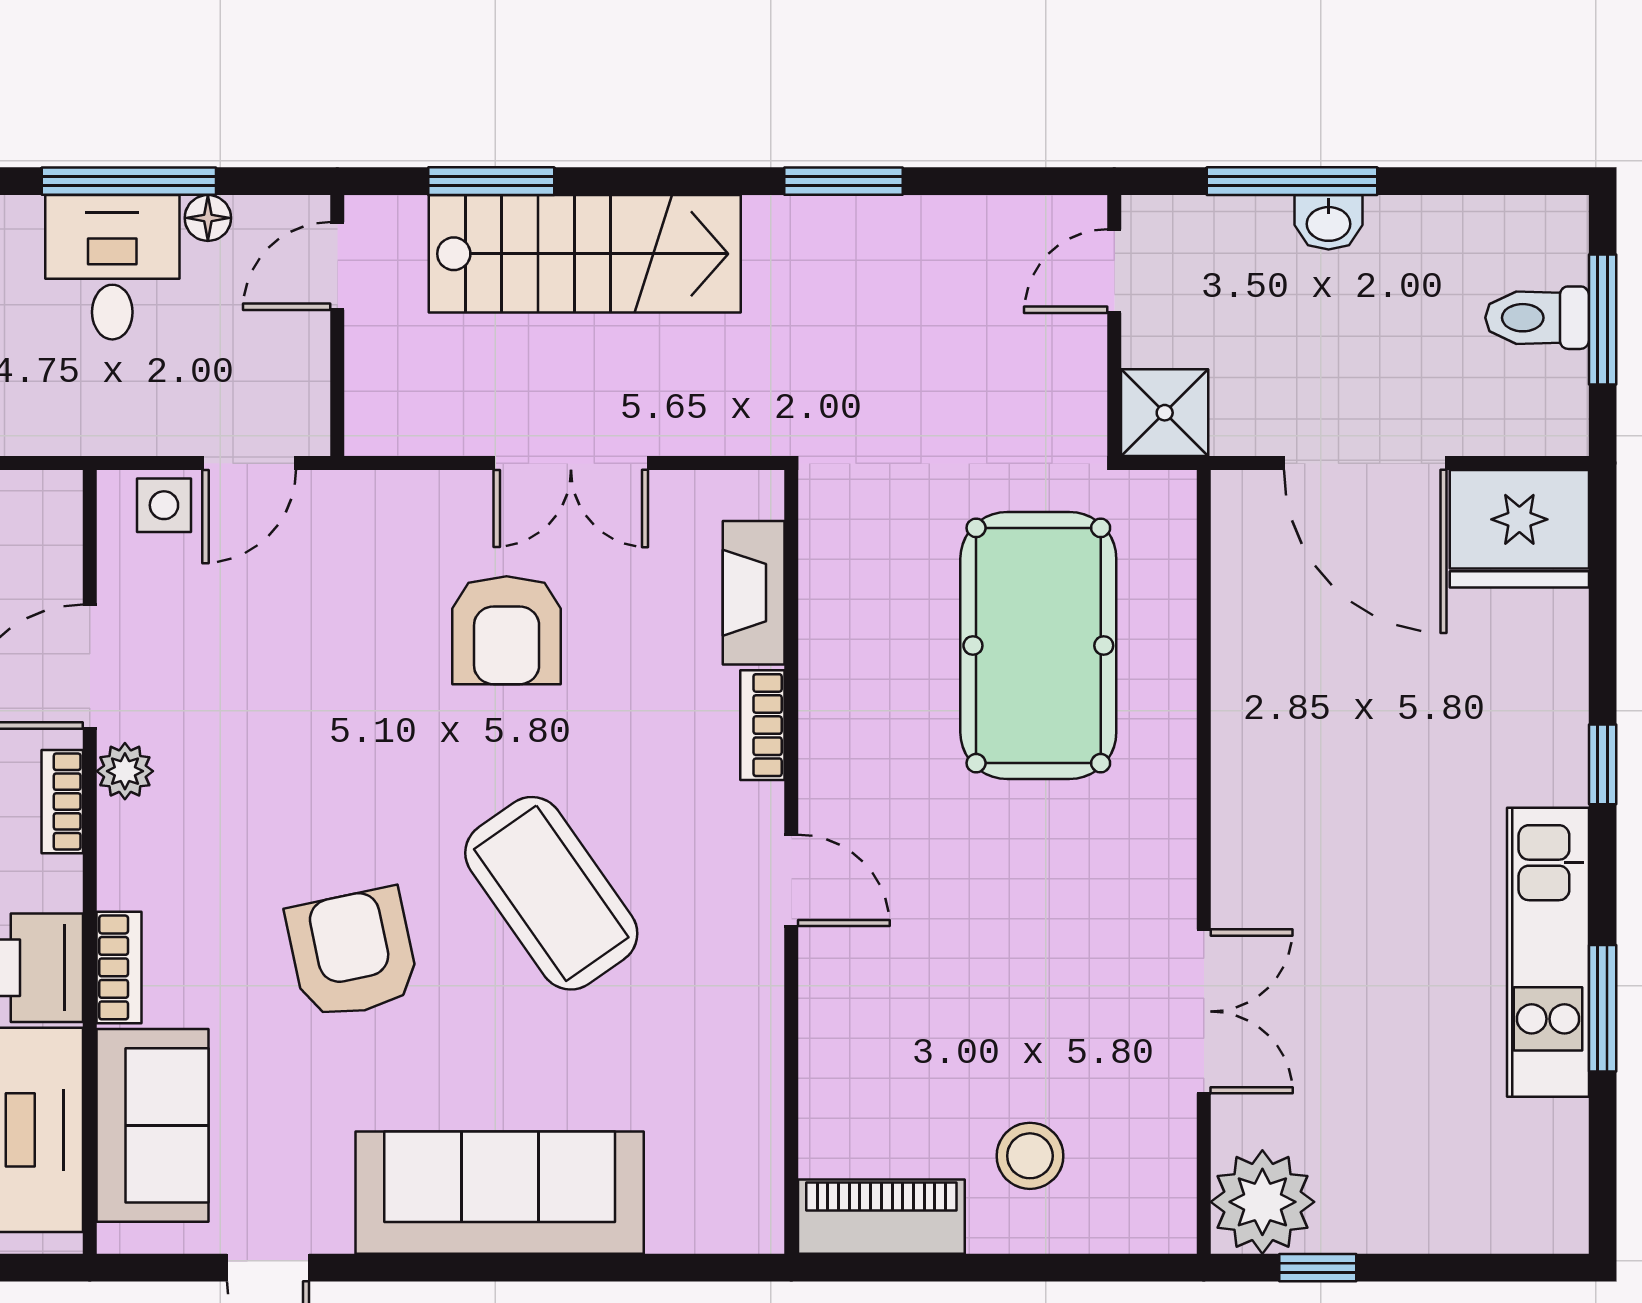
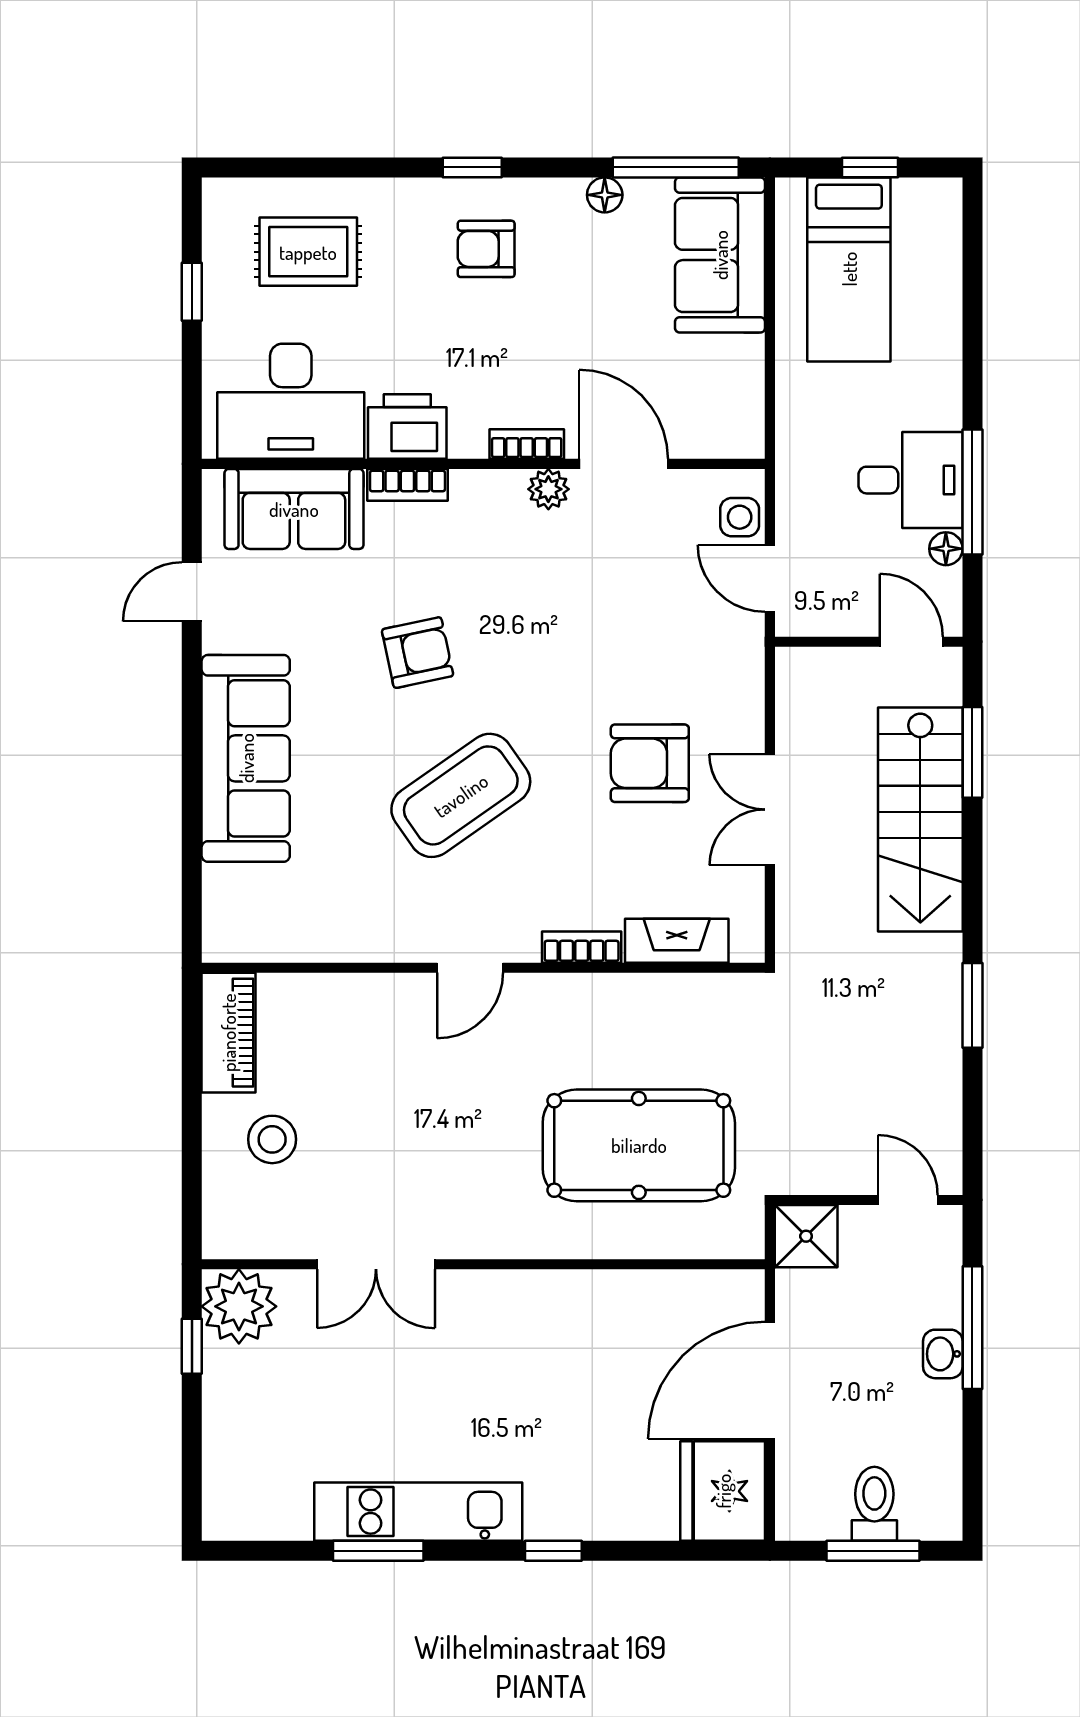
armchair: (352, 953) -> (418, 653), width x0.72, depth x0.72

